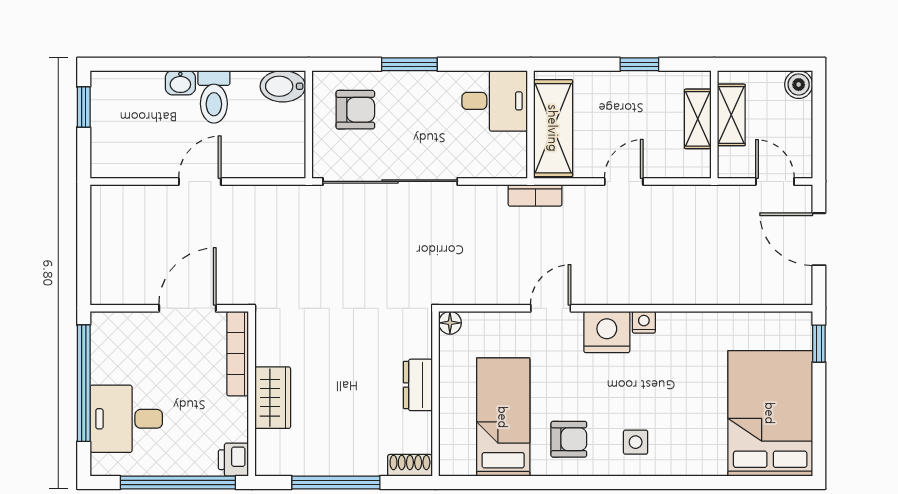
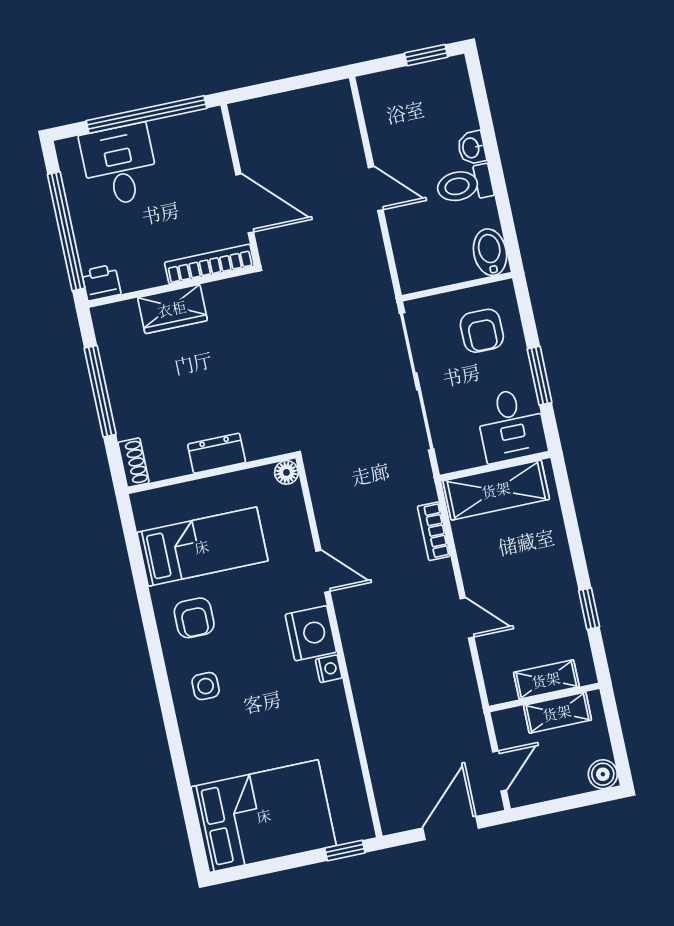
desk: (495, 101) -> (511, 425), moved
wall: (531, 124) -> (495, 466), moved
shelving: (553, 128) -> (496, 490), moved

